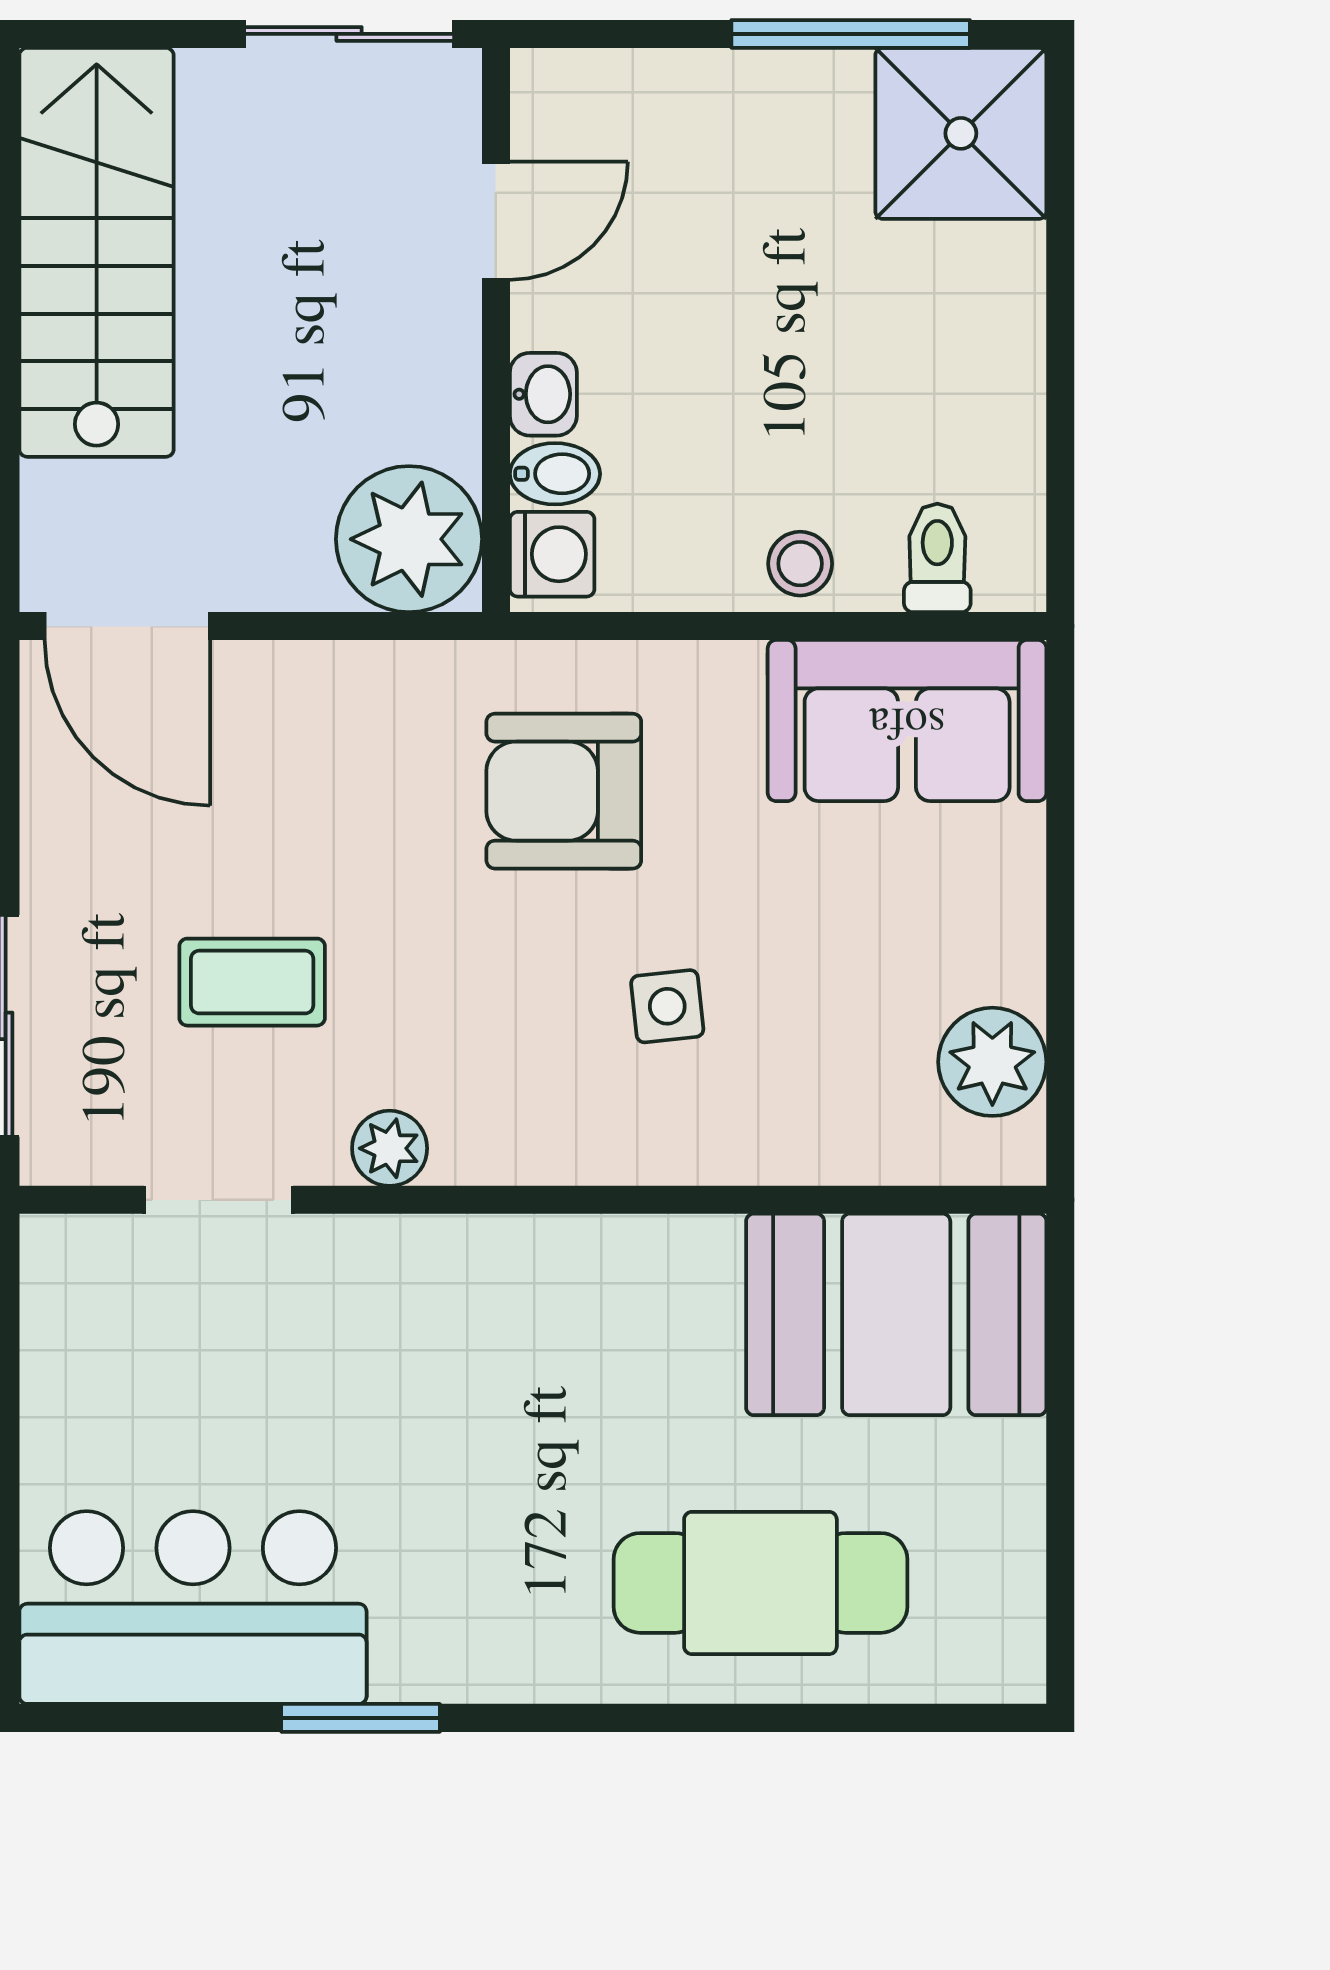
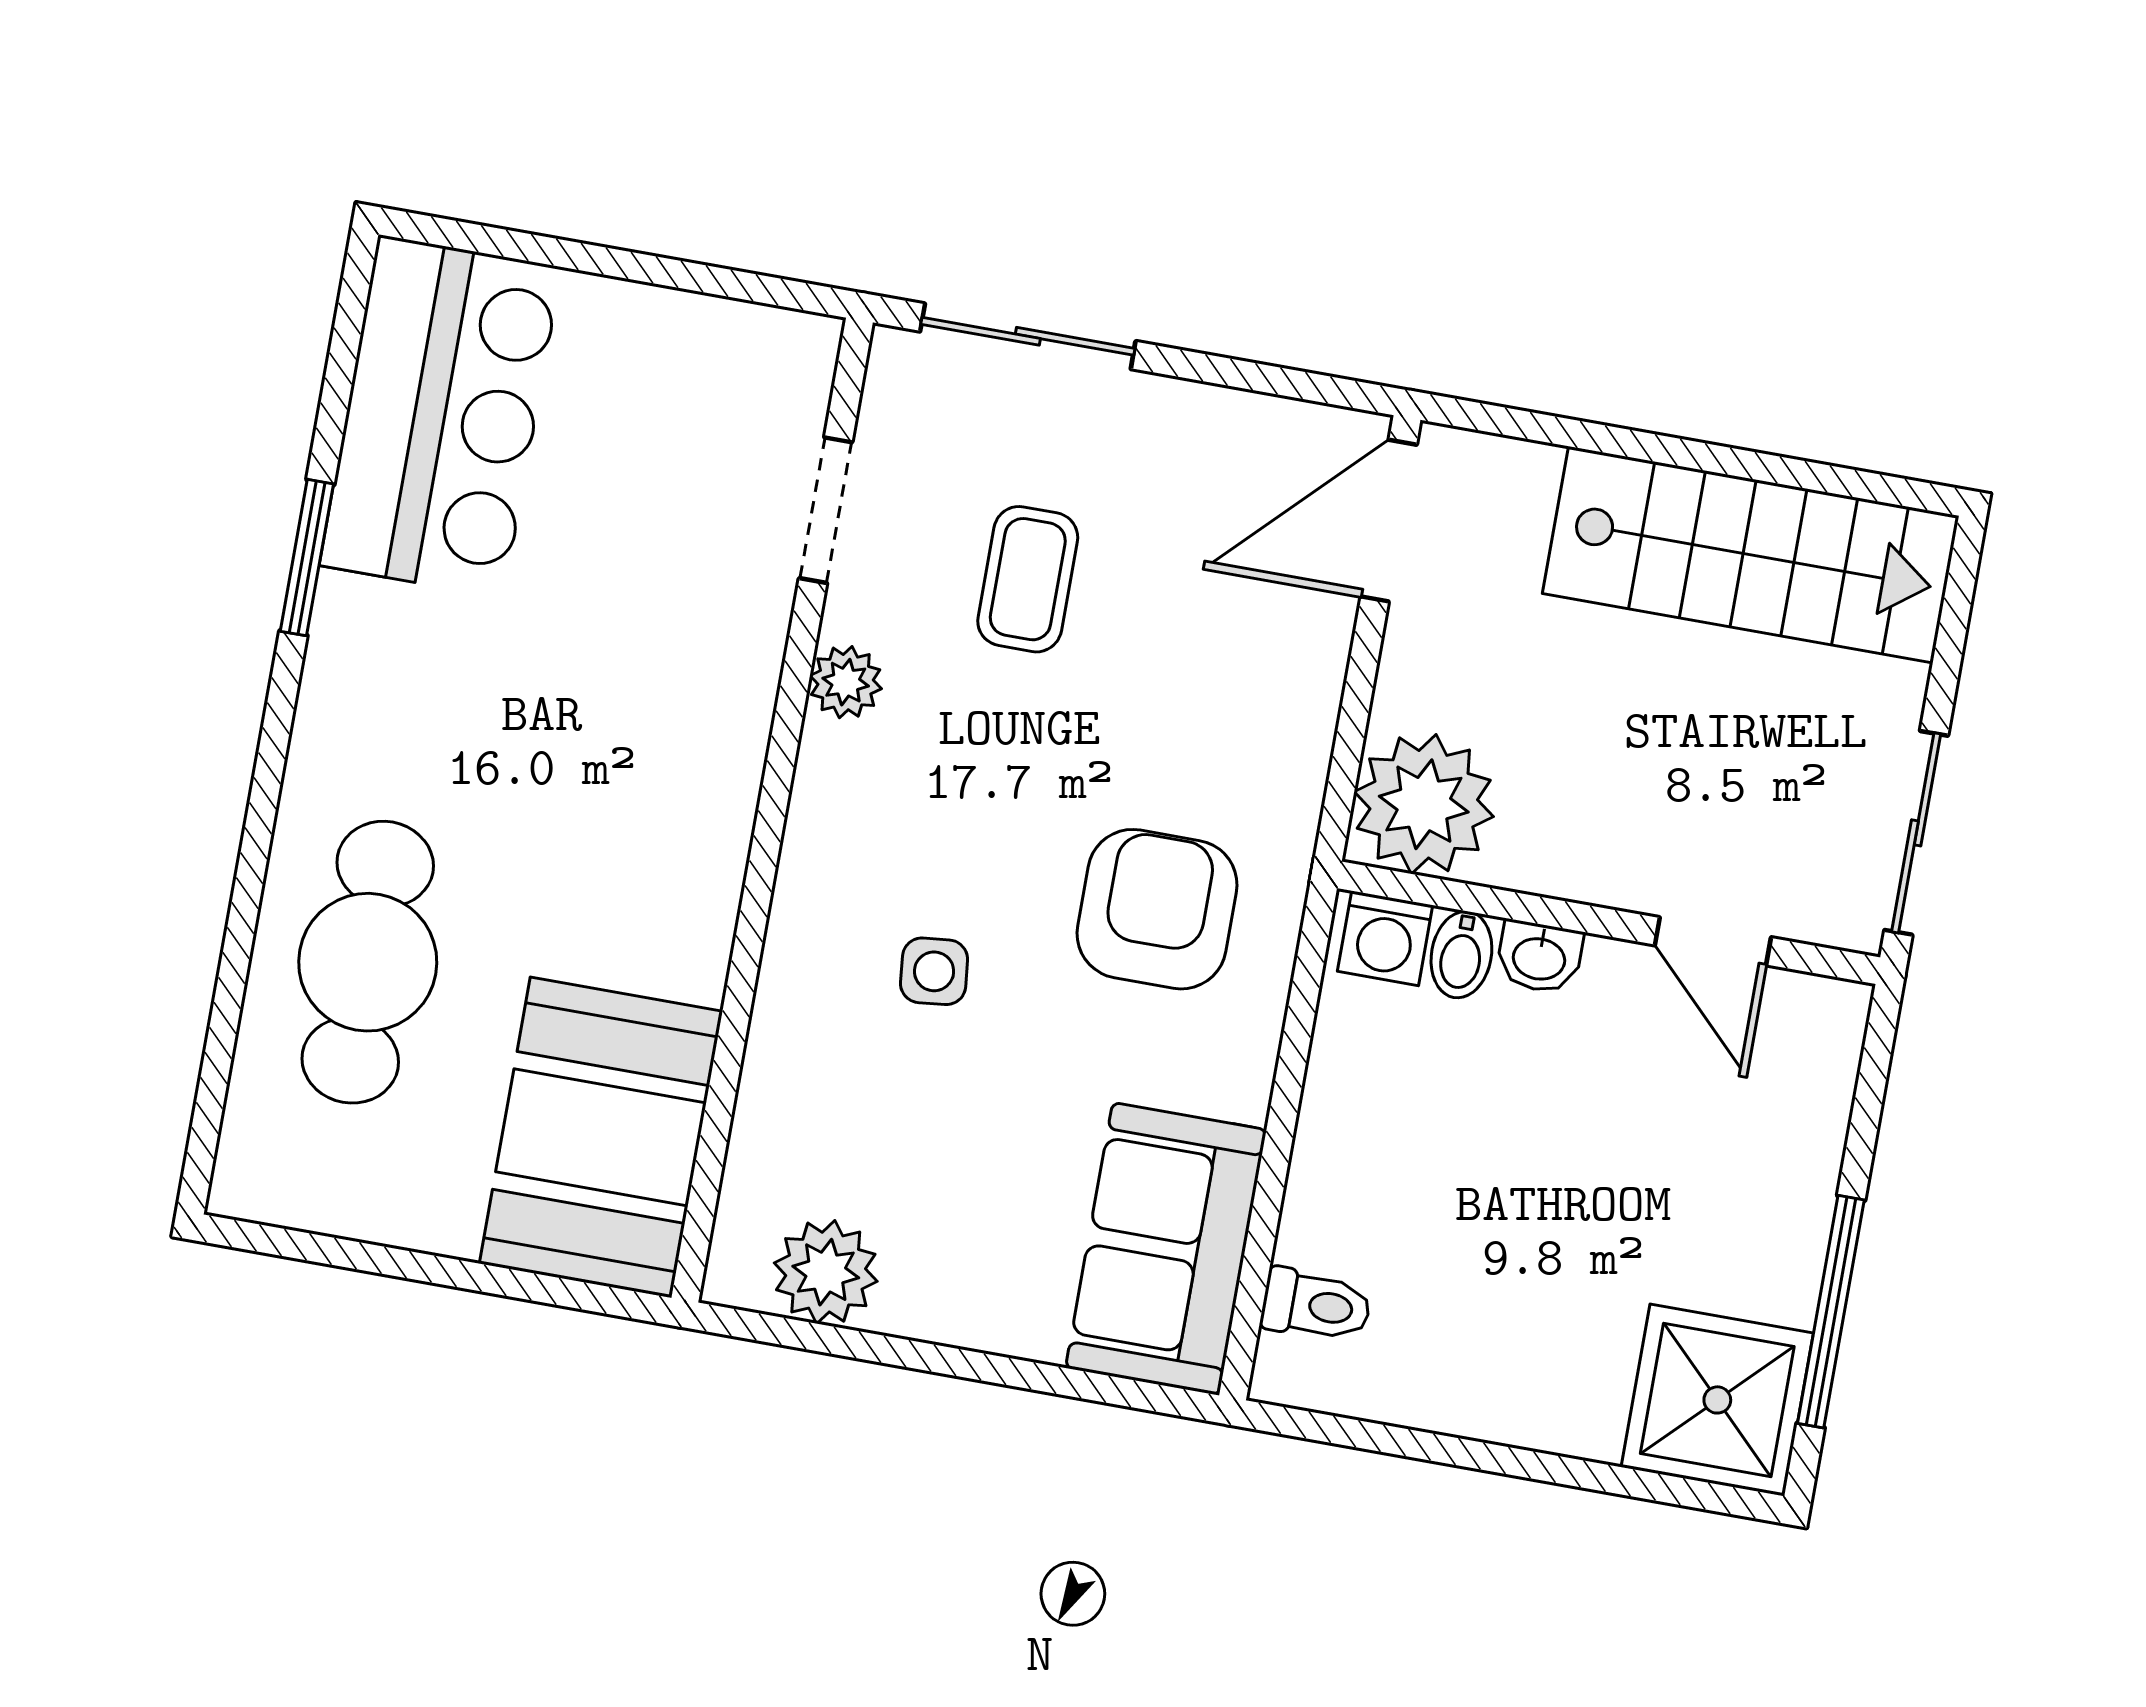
stool: (800, 564) -> (1334, 1173), removed

